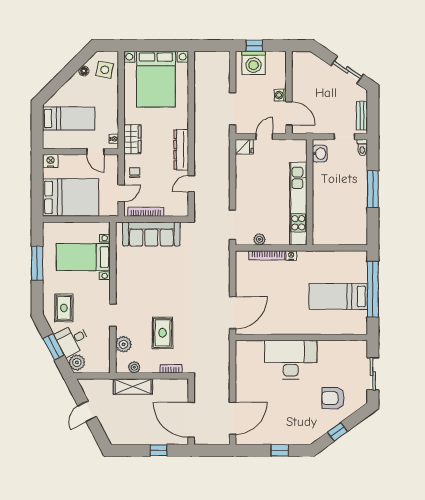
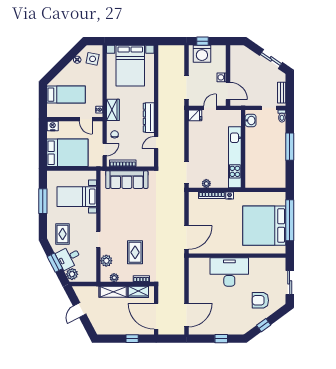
bed: (338, 296) -> (264, 226), width x2.04
wardrobe: (167, 387) -> (138, 292), added

